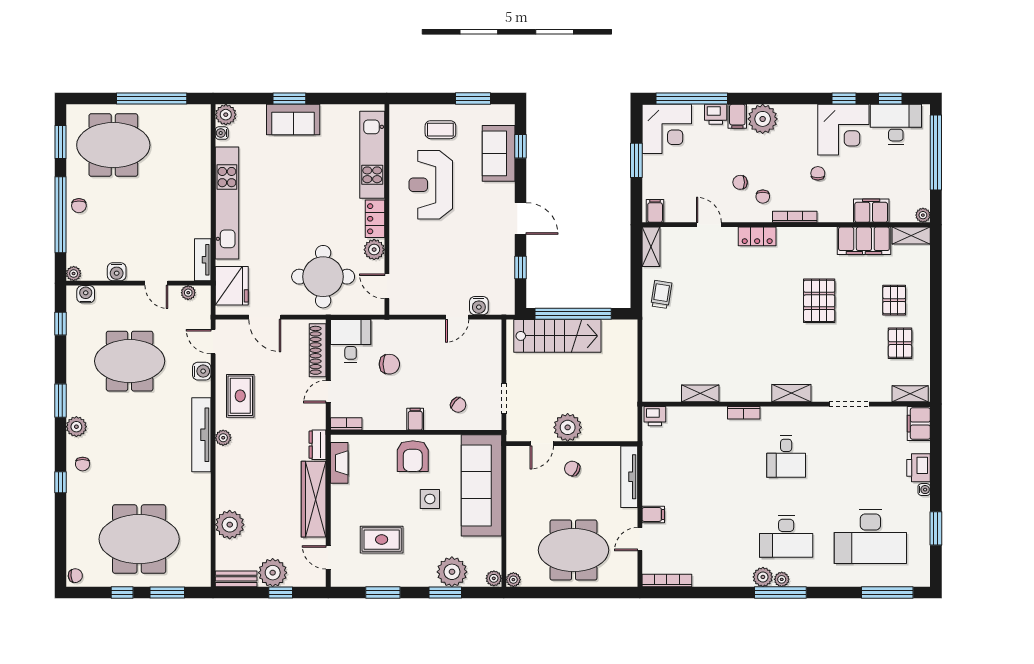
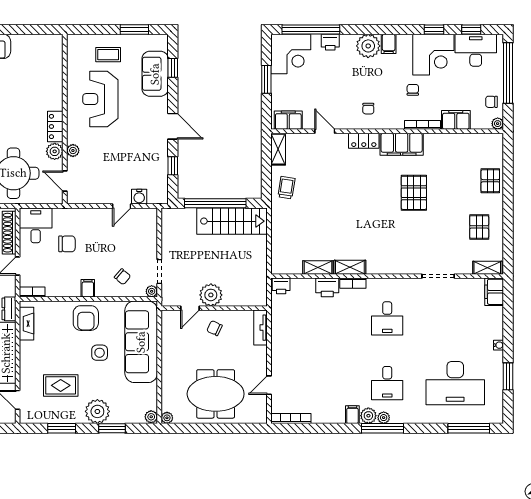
filing cabinet: (737, 116) -> (389, 44), moved
kitchen unit: (372, 155) -> (53, 75), removed
chair: (740, 182) -> (492, 102), moved
filing cabinet: (655, 211) -> (288, 120), width x2.00
bookcase: (795, 217) -> (423, 125), moved
shelving: (911, 236) -> (488, 140), removed
filing cabinet: (864, 241) -> (402, 144), moved
plant: (397, 248) -> (73, 151), added
pallet: (894, 300) -> (490, 181), moved
stairs: (557, 336) -> (232, 221), moved
shelving: (791, 393) -> (350, 267), moved
plant: (494, 423) -> (152, 291), added
printer: (919, 468) -> (327, 287), moved, turned -90
tv unit: (629, 477) -> (261, 328), width x0.71
filing cabinet: (653, 514) -> (352, 415), moved, turned -90
desk: (786, 537) -> (387, 383), width x0.73
plant: (452, 572) -> (97, 411), moved

